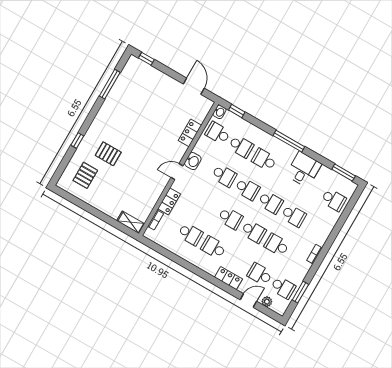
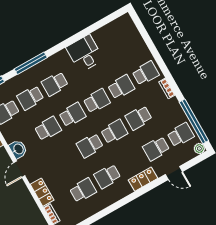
window: (289, 141) -> (31, 63), moved
school desk: (241, 146) -> (30, 98), turned 180
window: (344, 173) -> (109, 19), removed
school desk: (334, 200) -> (146, 73), moved
school desk: (230, 218) -> (90, 146), turned 180
window: (300, 292) -> (194, 121), width x2.11
door: (248, 301) -> (174, 173), swing flipped
plant: (267, 302) -> (199, 149), moved

